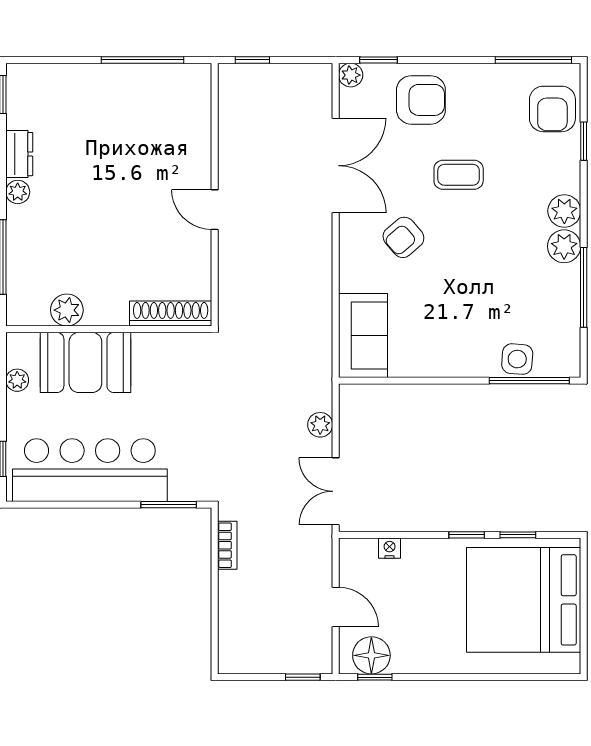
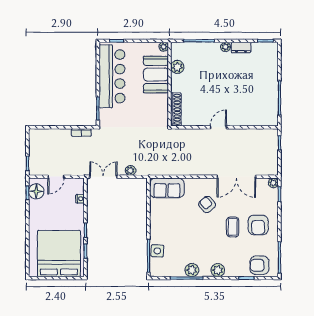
armchair: (421, 100) -> (258, 225), moved
plant: (564, 246) -> (192, 270), moved
plant: (17, 380) -> (164, 47), moved

